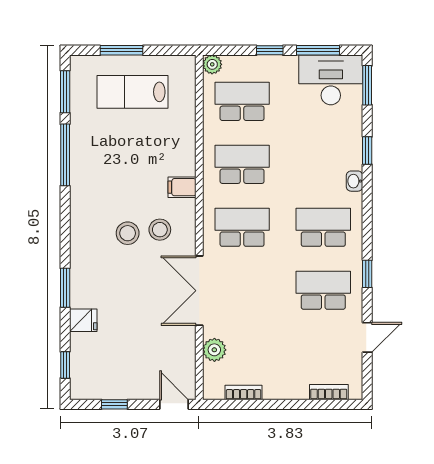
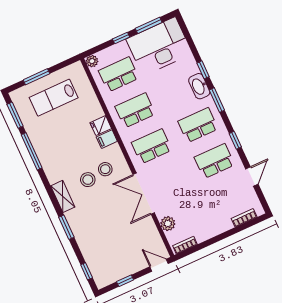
desk: (331, 80) -> (159, 46), width x1.36, depth x1.30
window: (367, 85) -> (217, 100), moved
washbasin: (355, 181) -> (199, 86), width x1.91, depth x1.45
shelving: (80, 241) -> (63, 196), added
fridge: (83, 320) -> (101, 126), moved, turned 180
bookcase: (244, 392) -> (185, 245), moved

